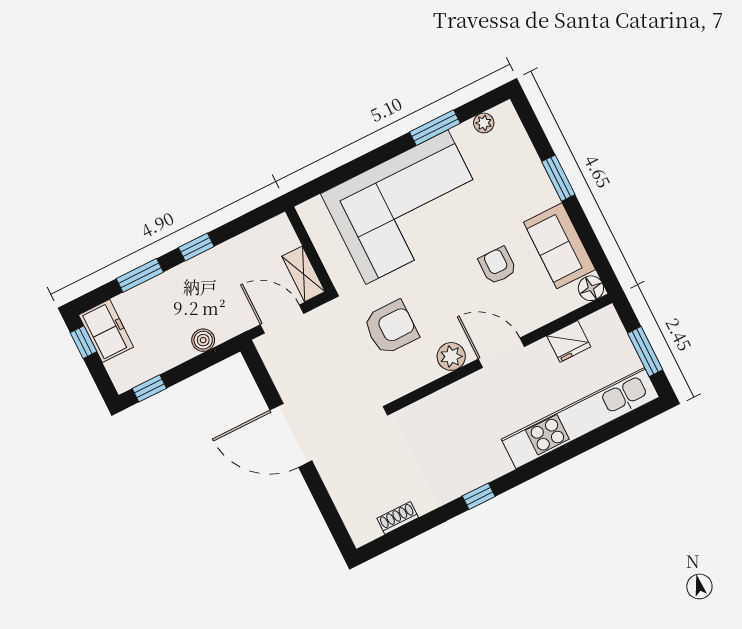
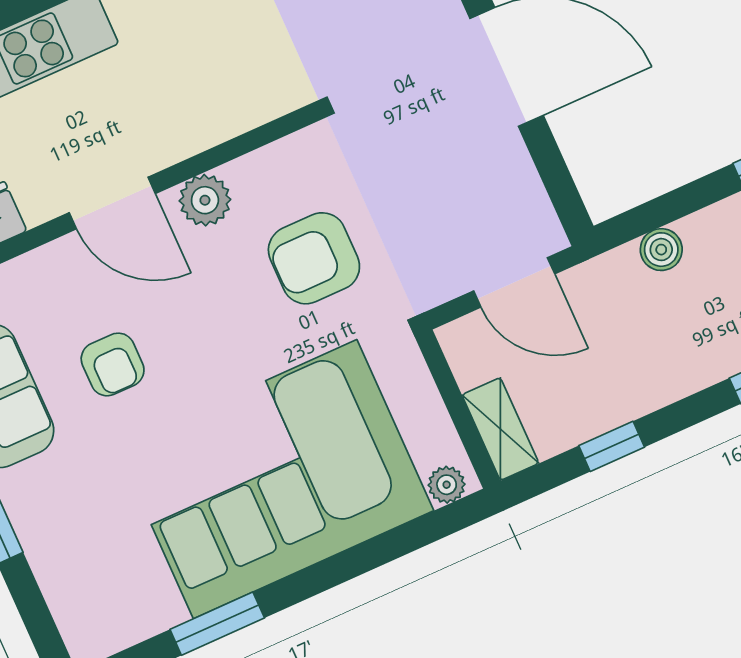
plant: (484, 123) -> (447, 485), moved
window: (196, 247) -> (612, 446), moved
shelving: (303, 274) -> (500, 429), moved

